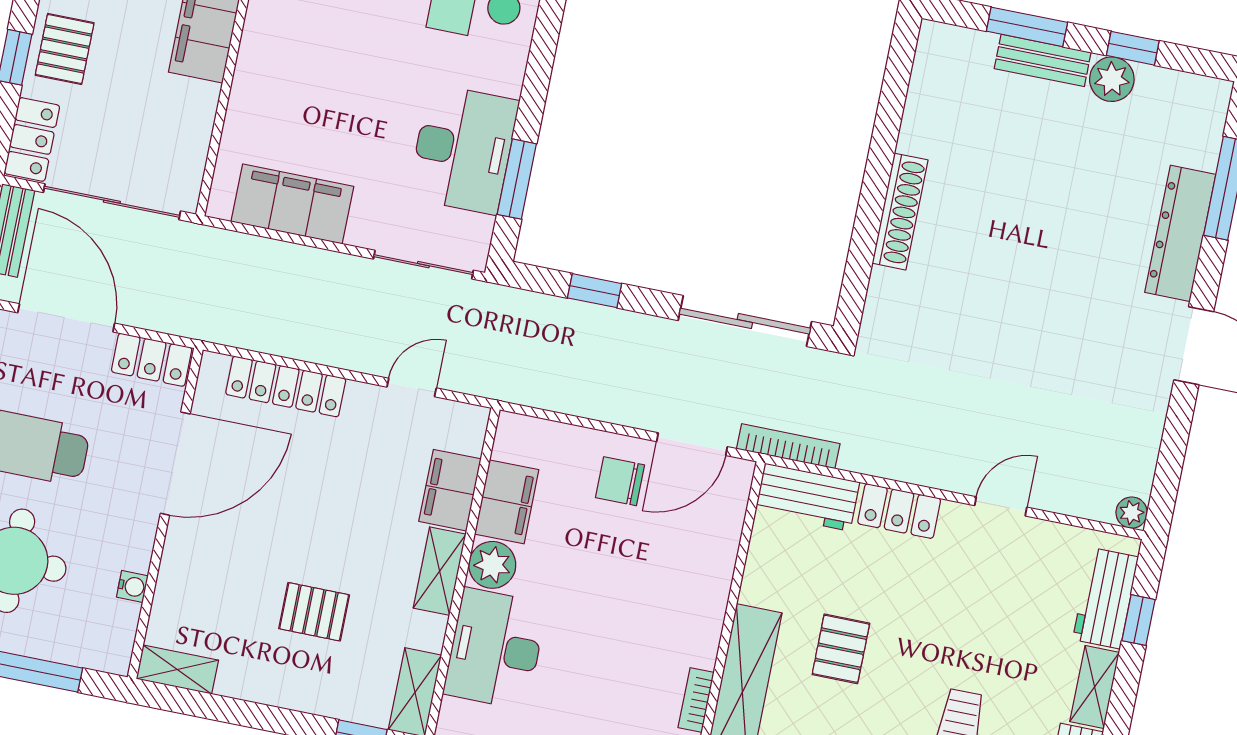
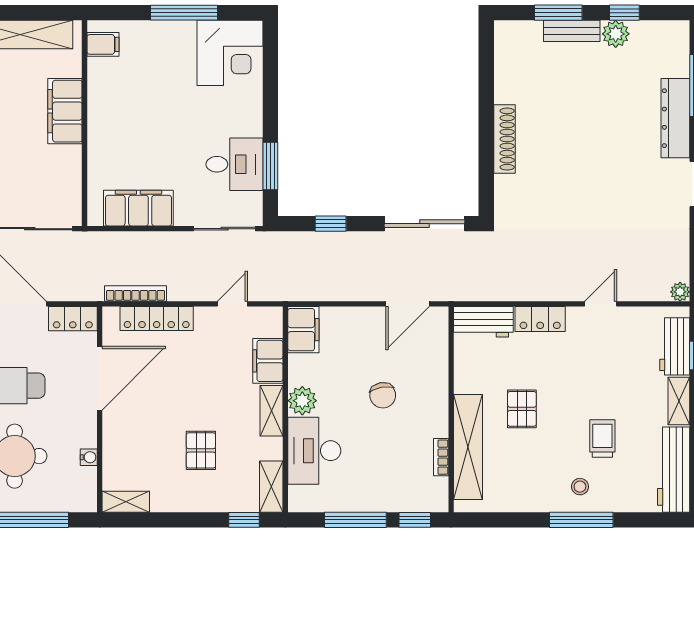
desk: (463, 149) -> (234, 164), width x0.73
bookcase: (788, 446) -> (136, 294), moved
chair: (620, 481) -> (383, 395), moved, turned -101
filing cabinet: (507, 502) -> (303, 330), moved
pallet: (314, 612) -> (201, 450), turned 90

